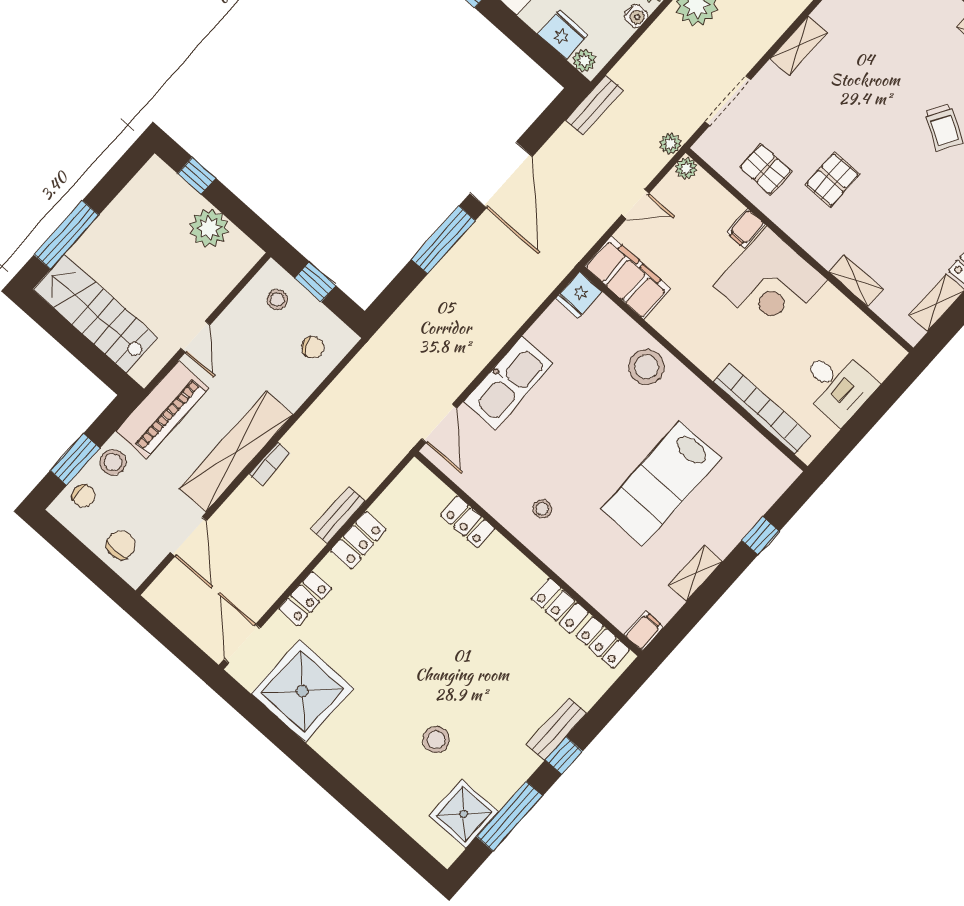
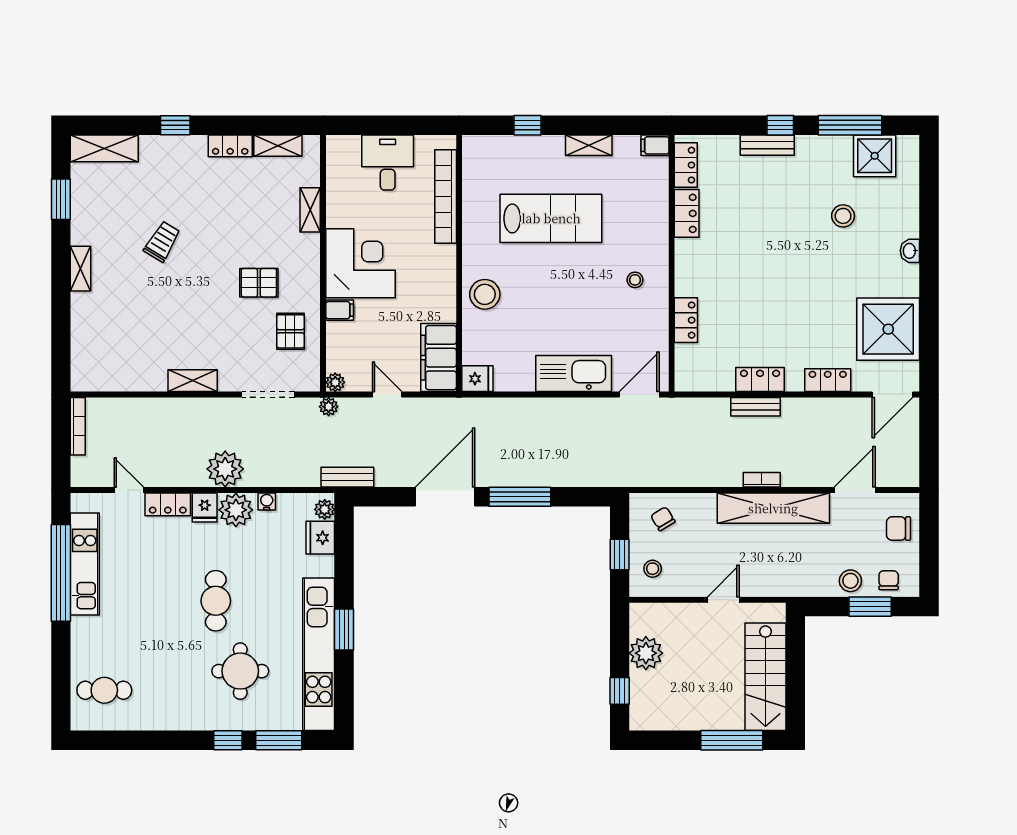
piano: (162, 410) -> (789, 579), removed
washbasin: (354, 771) -> (910, 251), added

